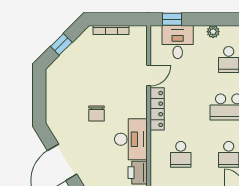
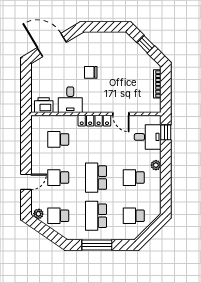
desk: (131, 139) -> (70, 100), width x0.73

